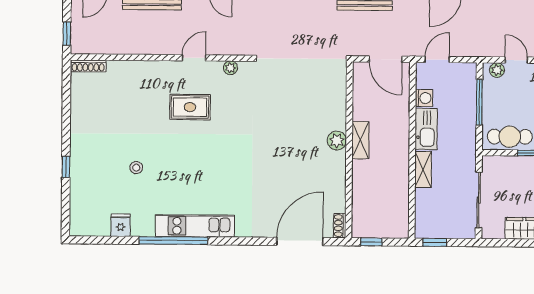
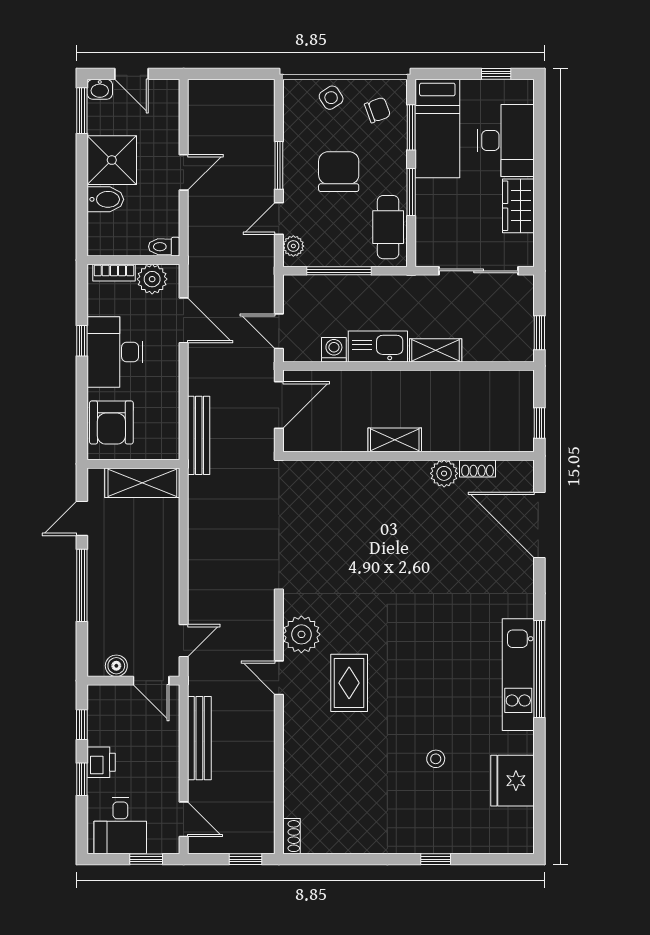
shoe rack: (88, 66) -> (291, 836), width x0.70
plant: (230, 68) -> (301, 634), width x1.88, depth x1.88
plant: (337, 141) -> (444, 473), moved
fridge: (121, 225) -> (512, 781), width x1.88, depth x1.34
shoe rack: (340, 226) -> (478, 468), moved
window: (173, 241) -> (539, 669), moved

